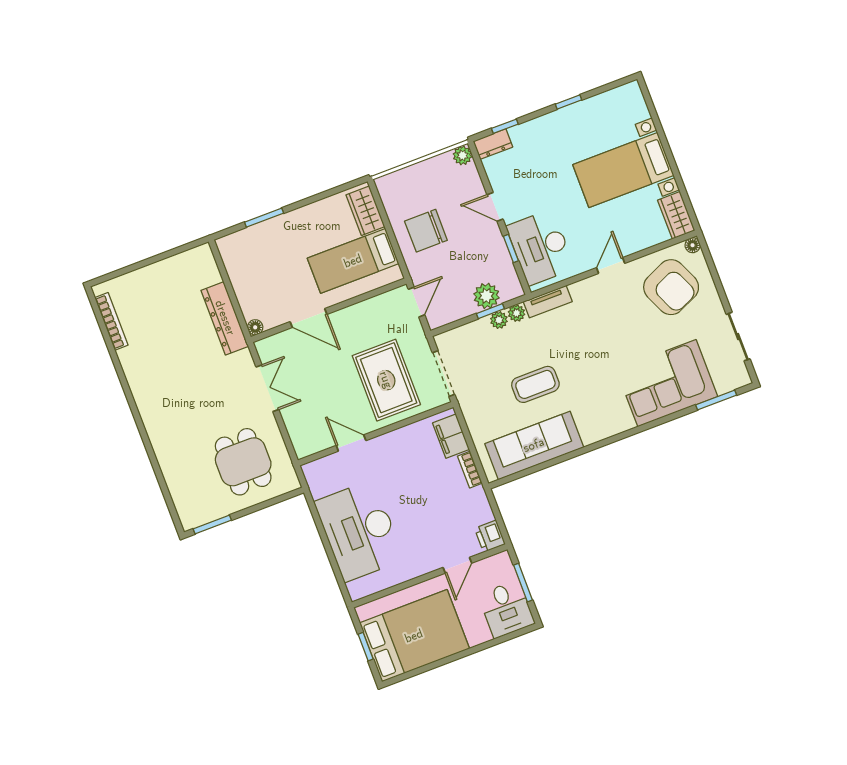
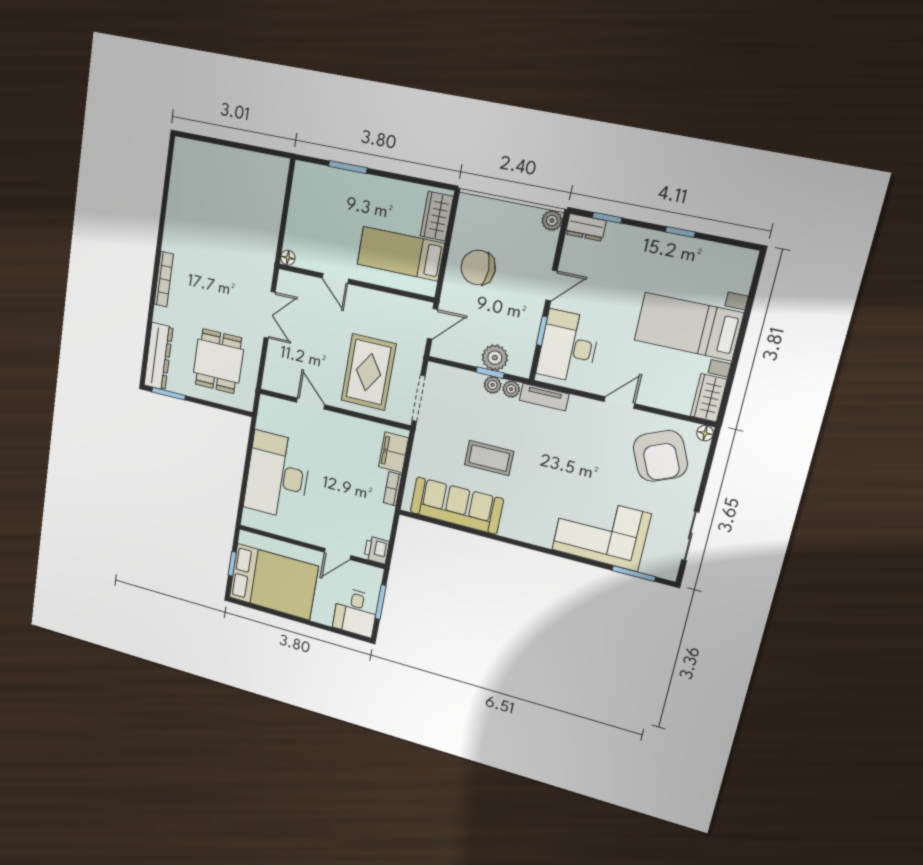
door: (495, 207) -> (551, 285), swing flipped
dresser: (225, 318) -> (158, 356), moved, turned 180
door: (309, 318) -> (335, 278), width x0.73
bookcase: (111, 321) -> (164, 279), moved

